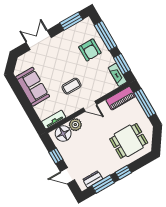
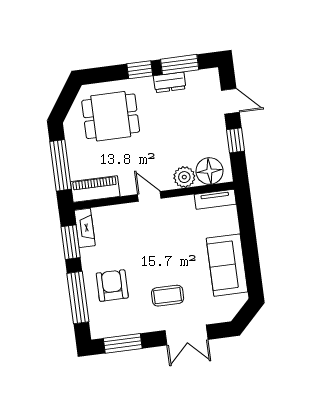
coffee table: (71, 86) -> (168, 296), moved
dresser: (93, 179) -> (170, 82), moved

